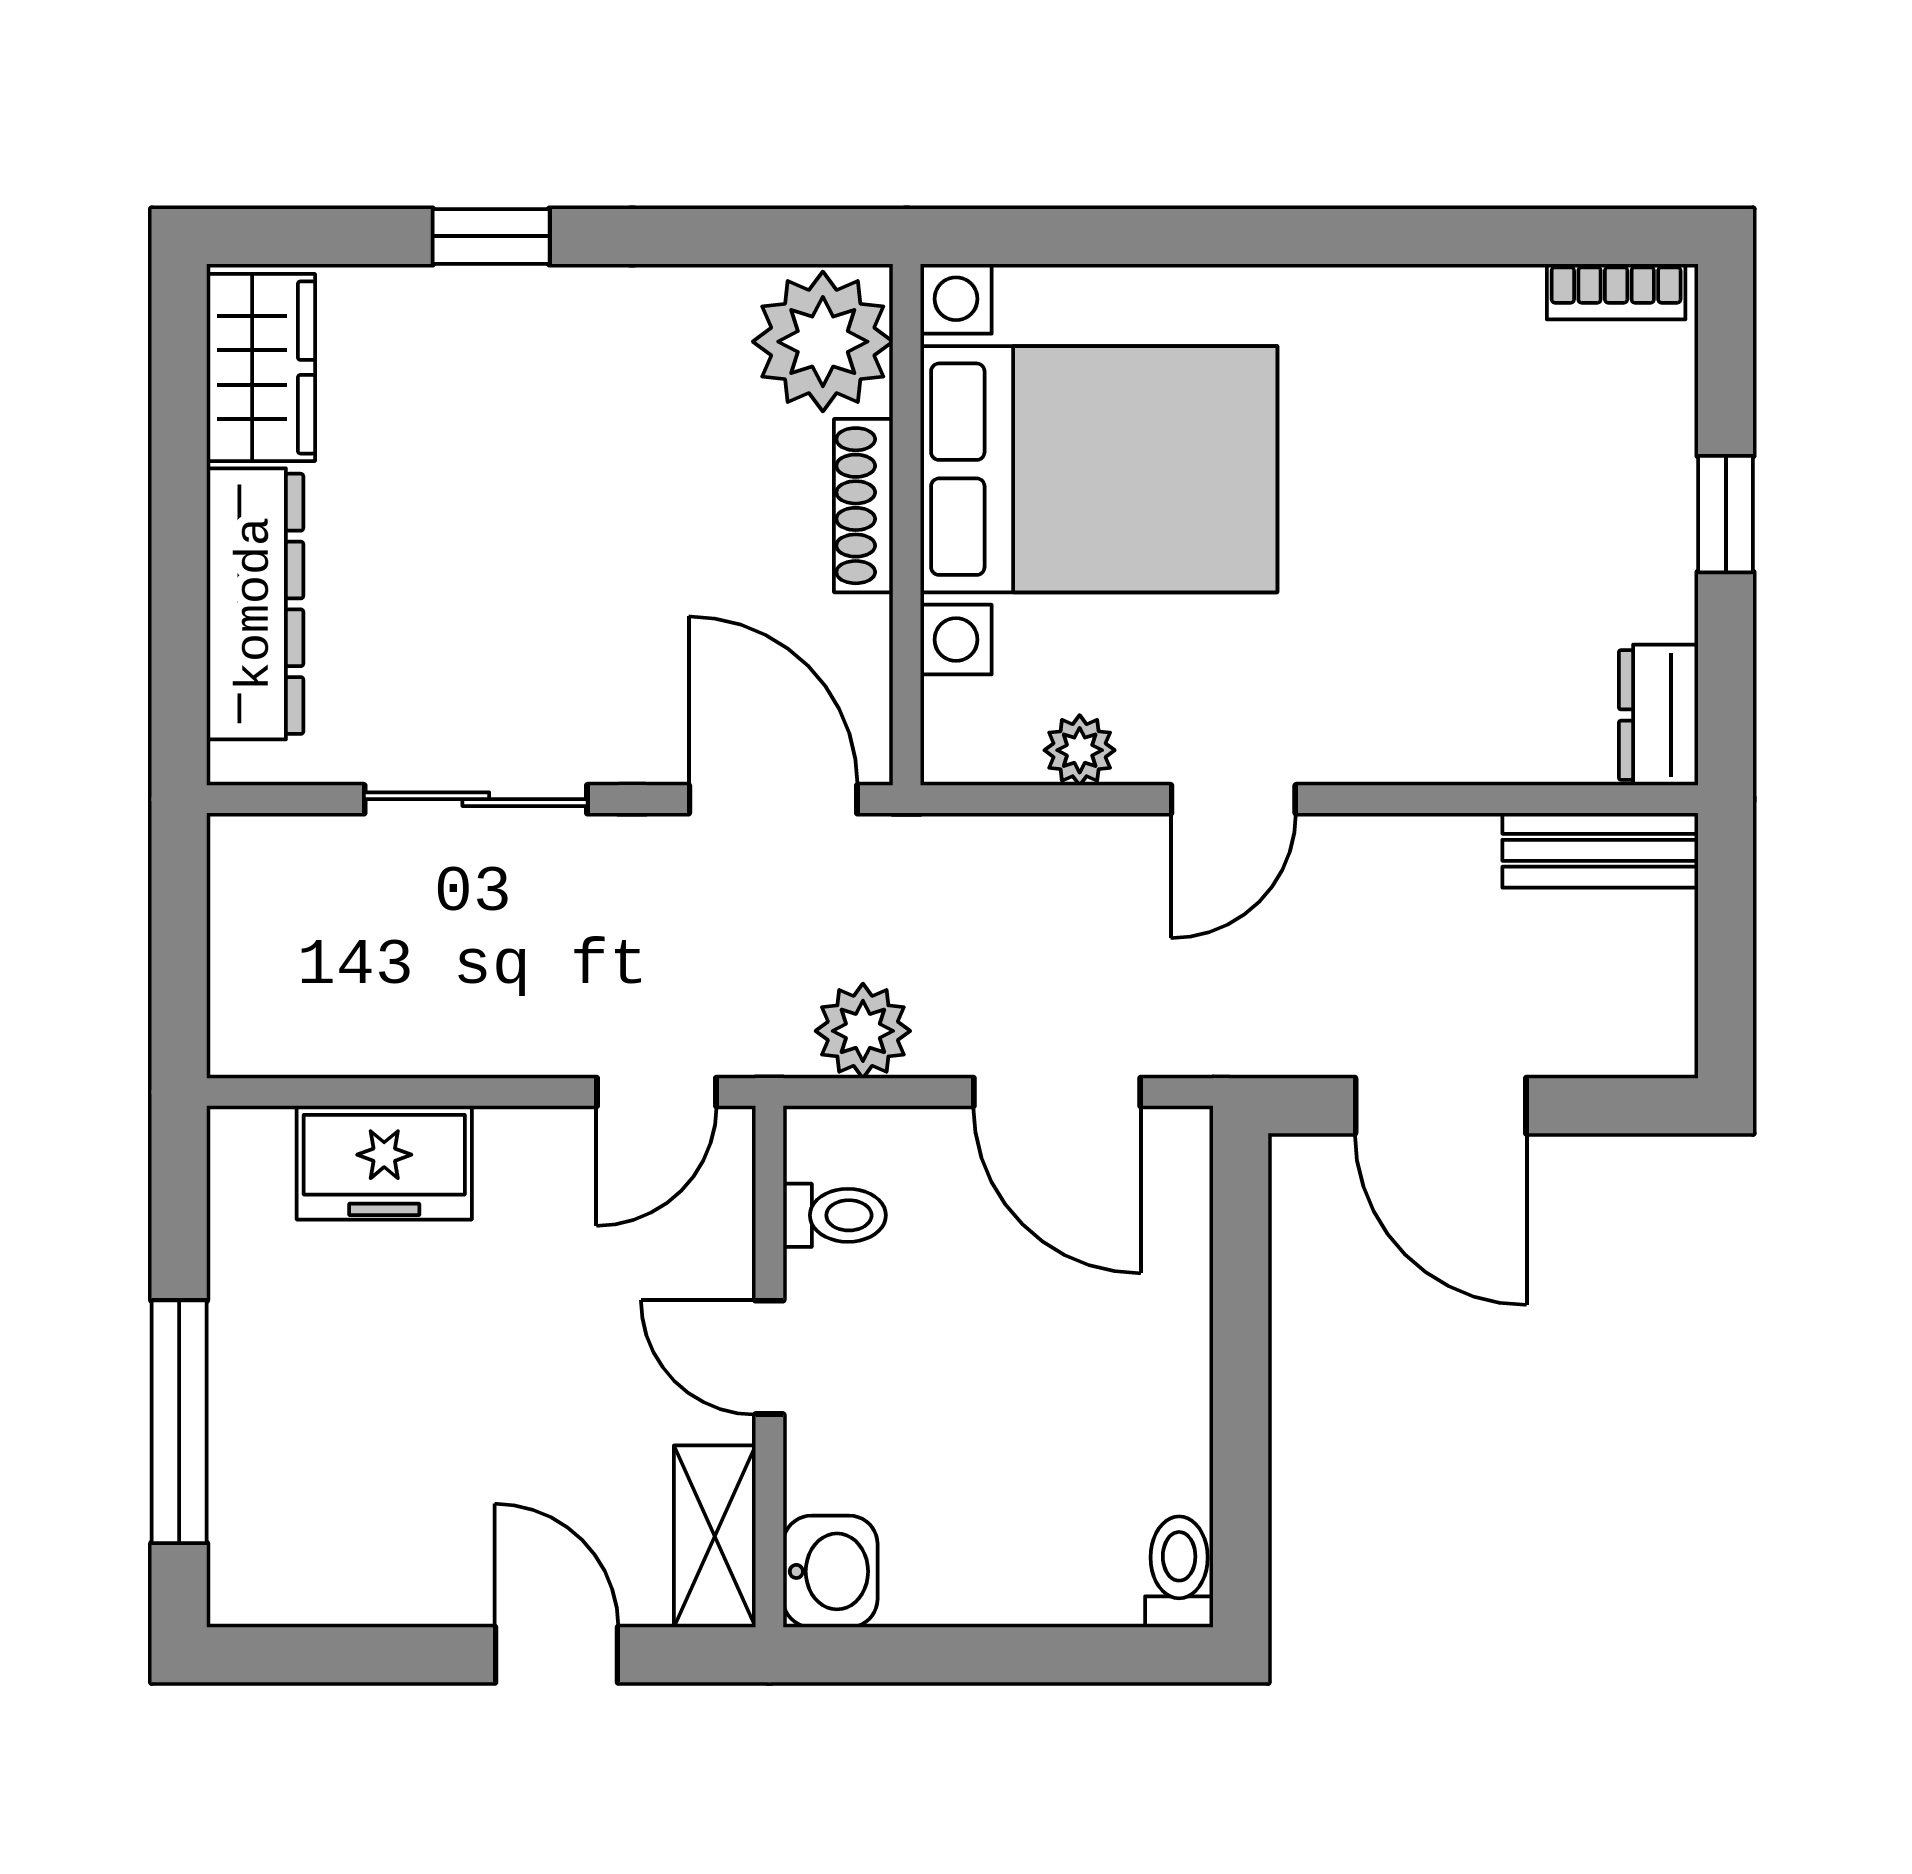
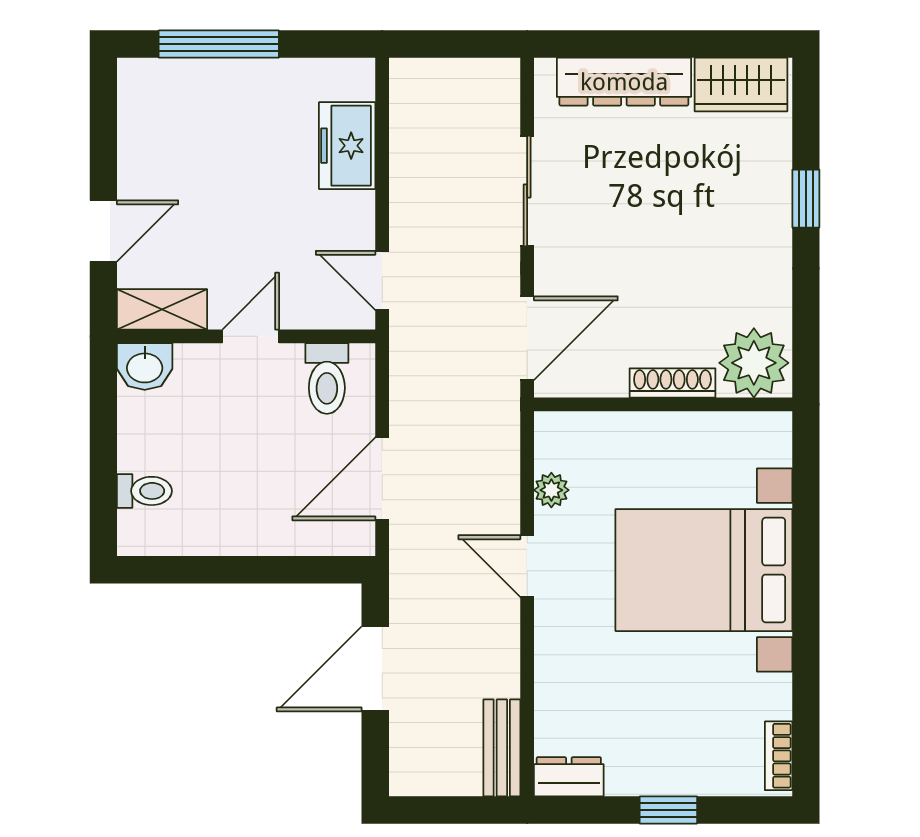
bed with nightstands: (1099, 469) -> (704, 570), moved, turned 90
plant: (863, 1031) -> (412, 383), removed
toilet: (835, 1215) -> (327, 378), width x1.37, depth x1.39
toilet: (1179, 1572) -> (144, 491), moved

